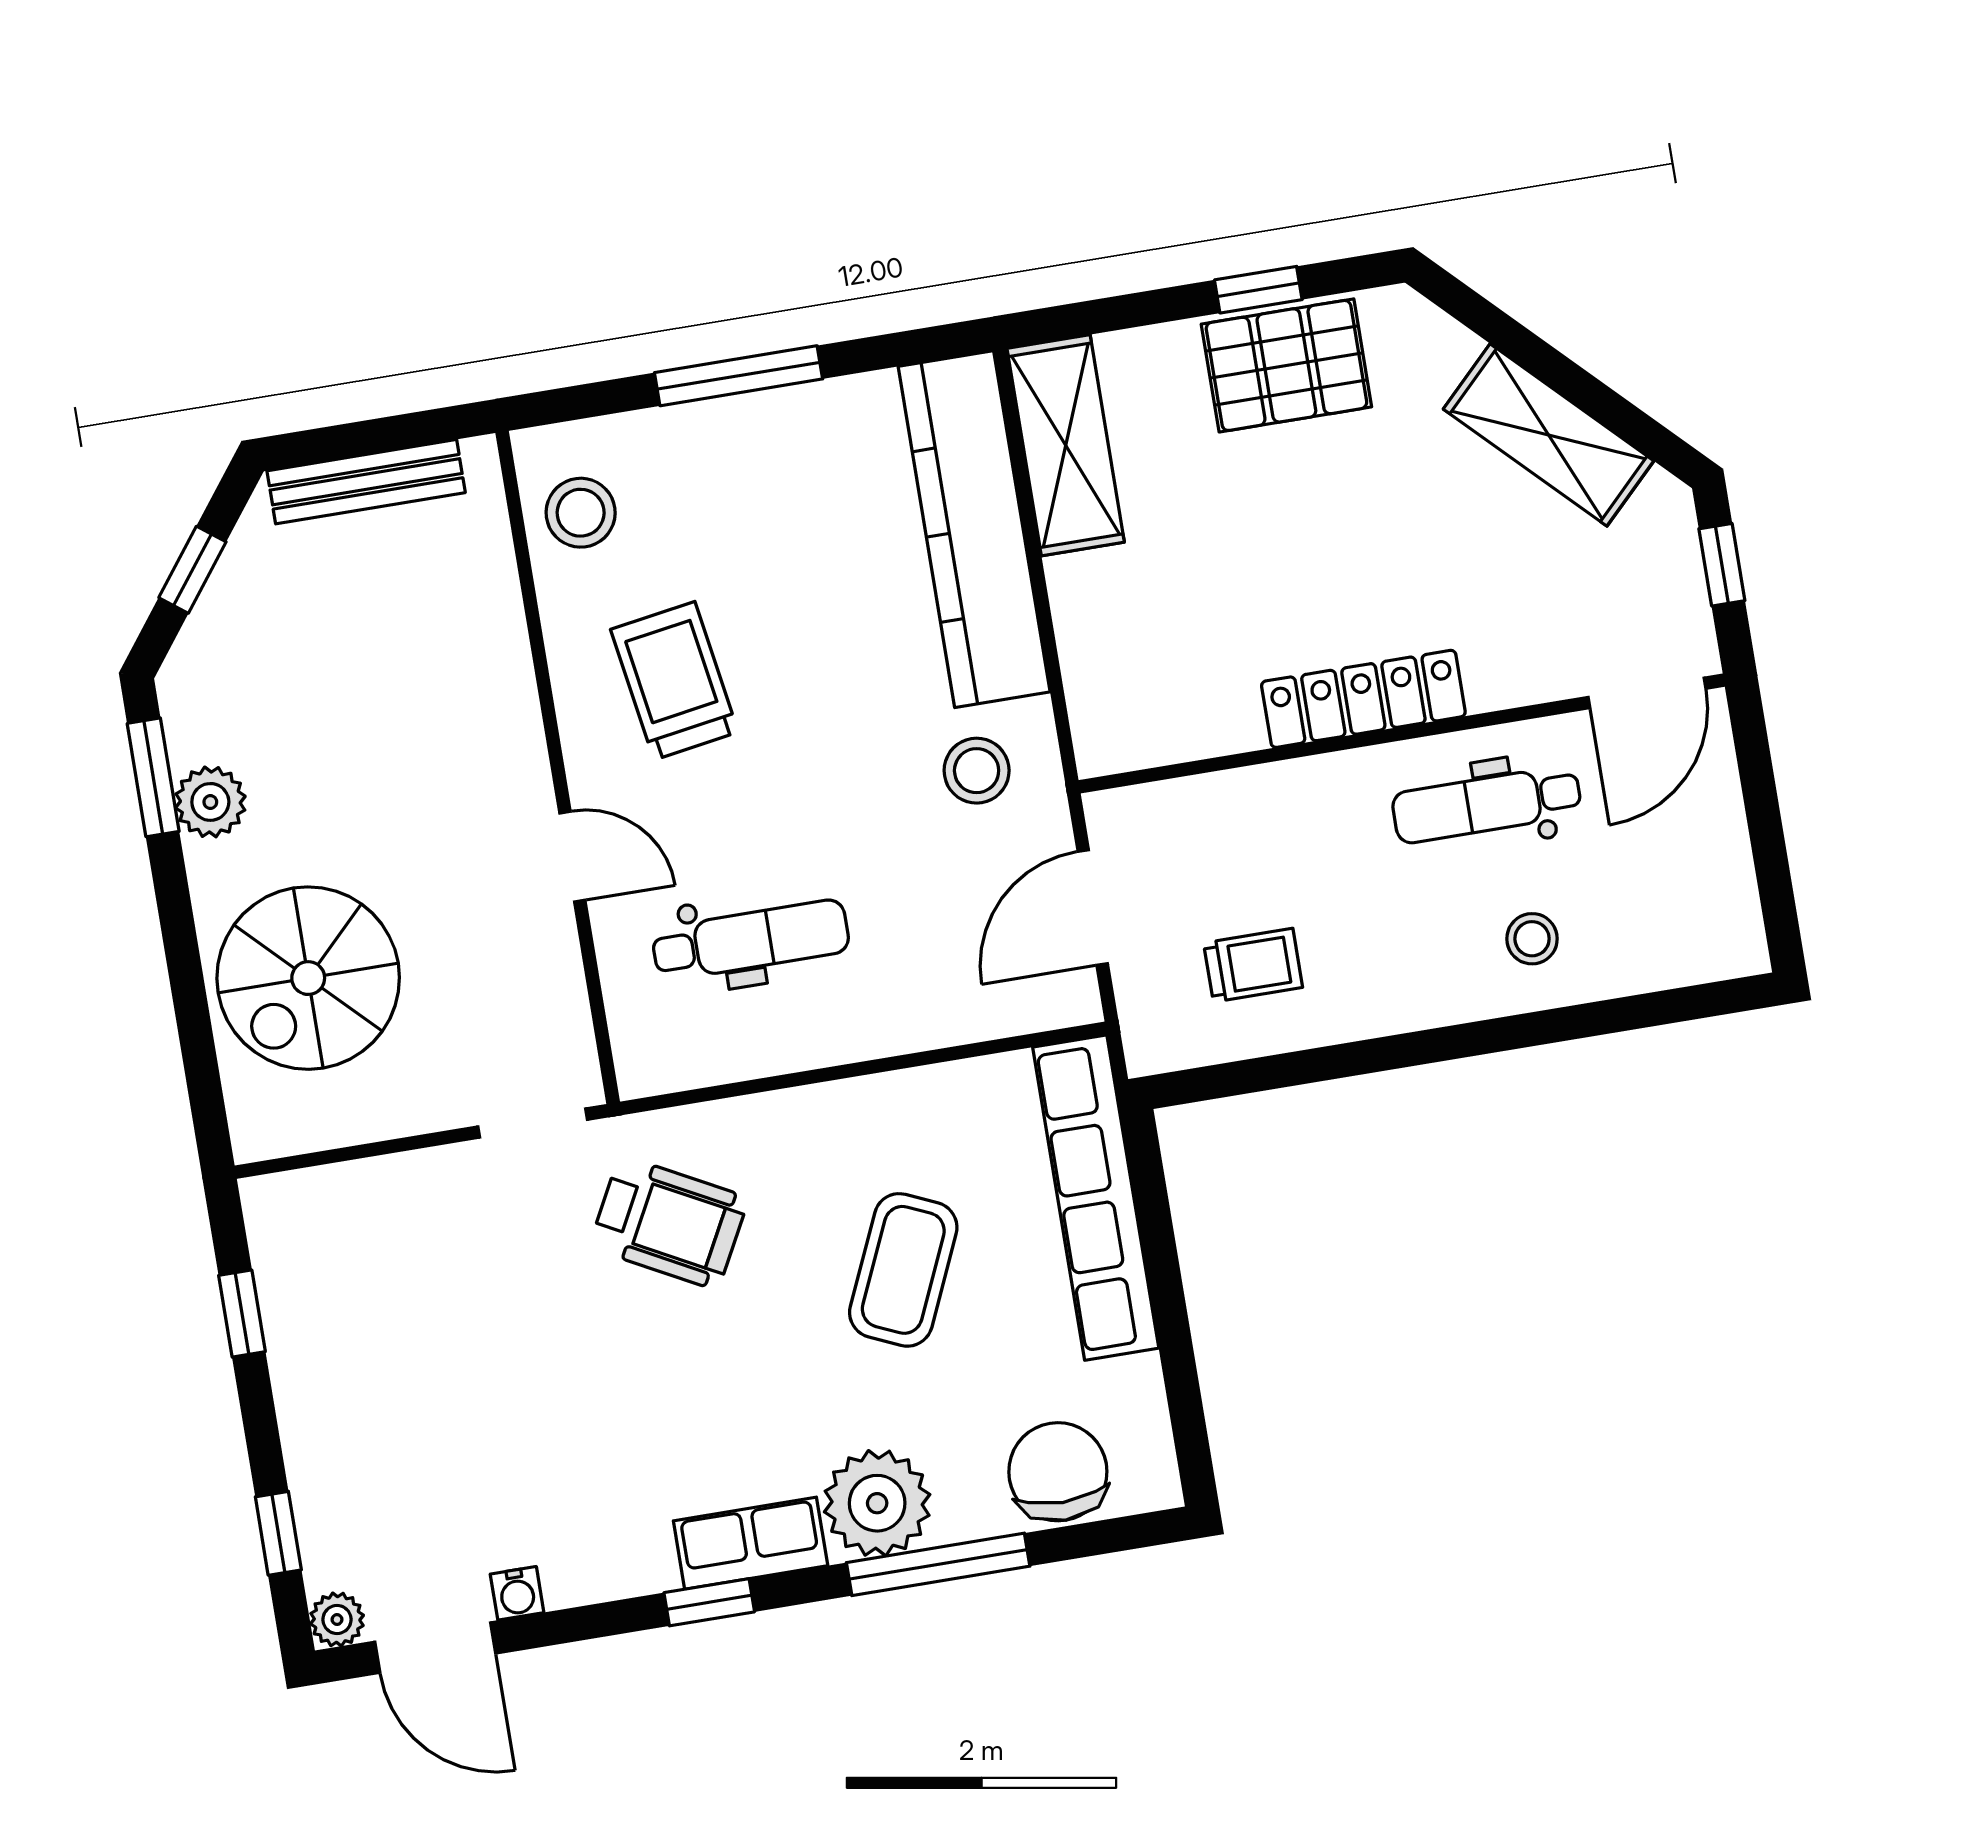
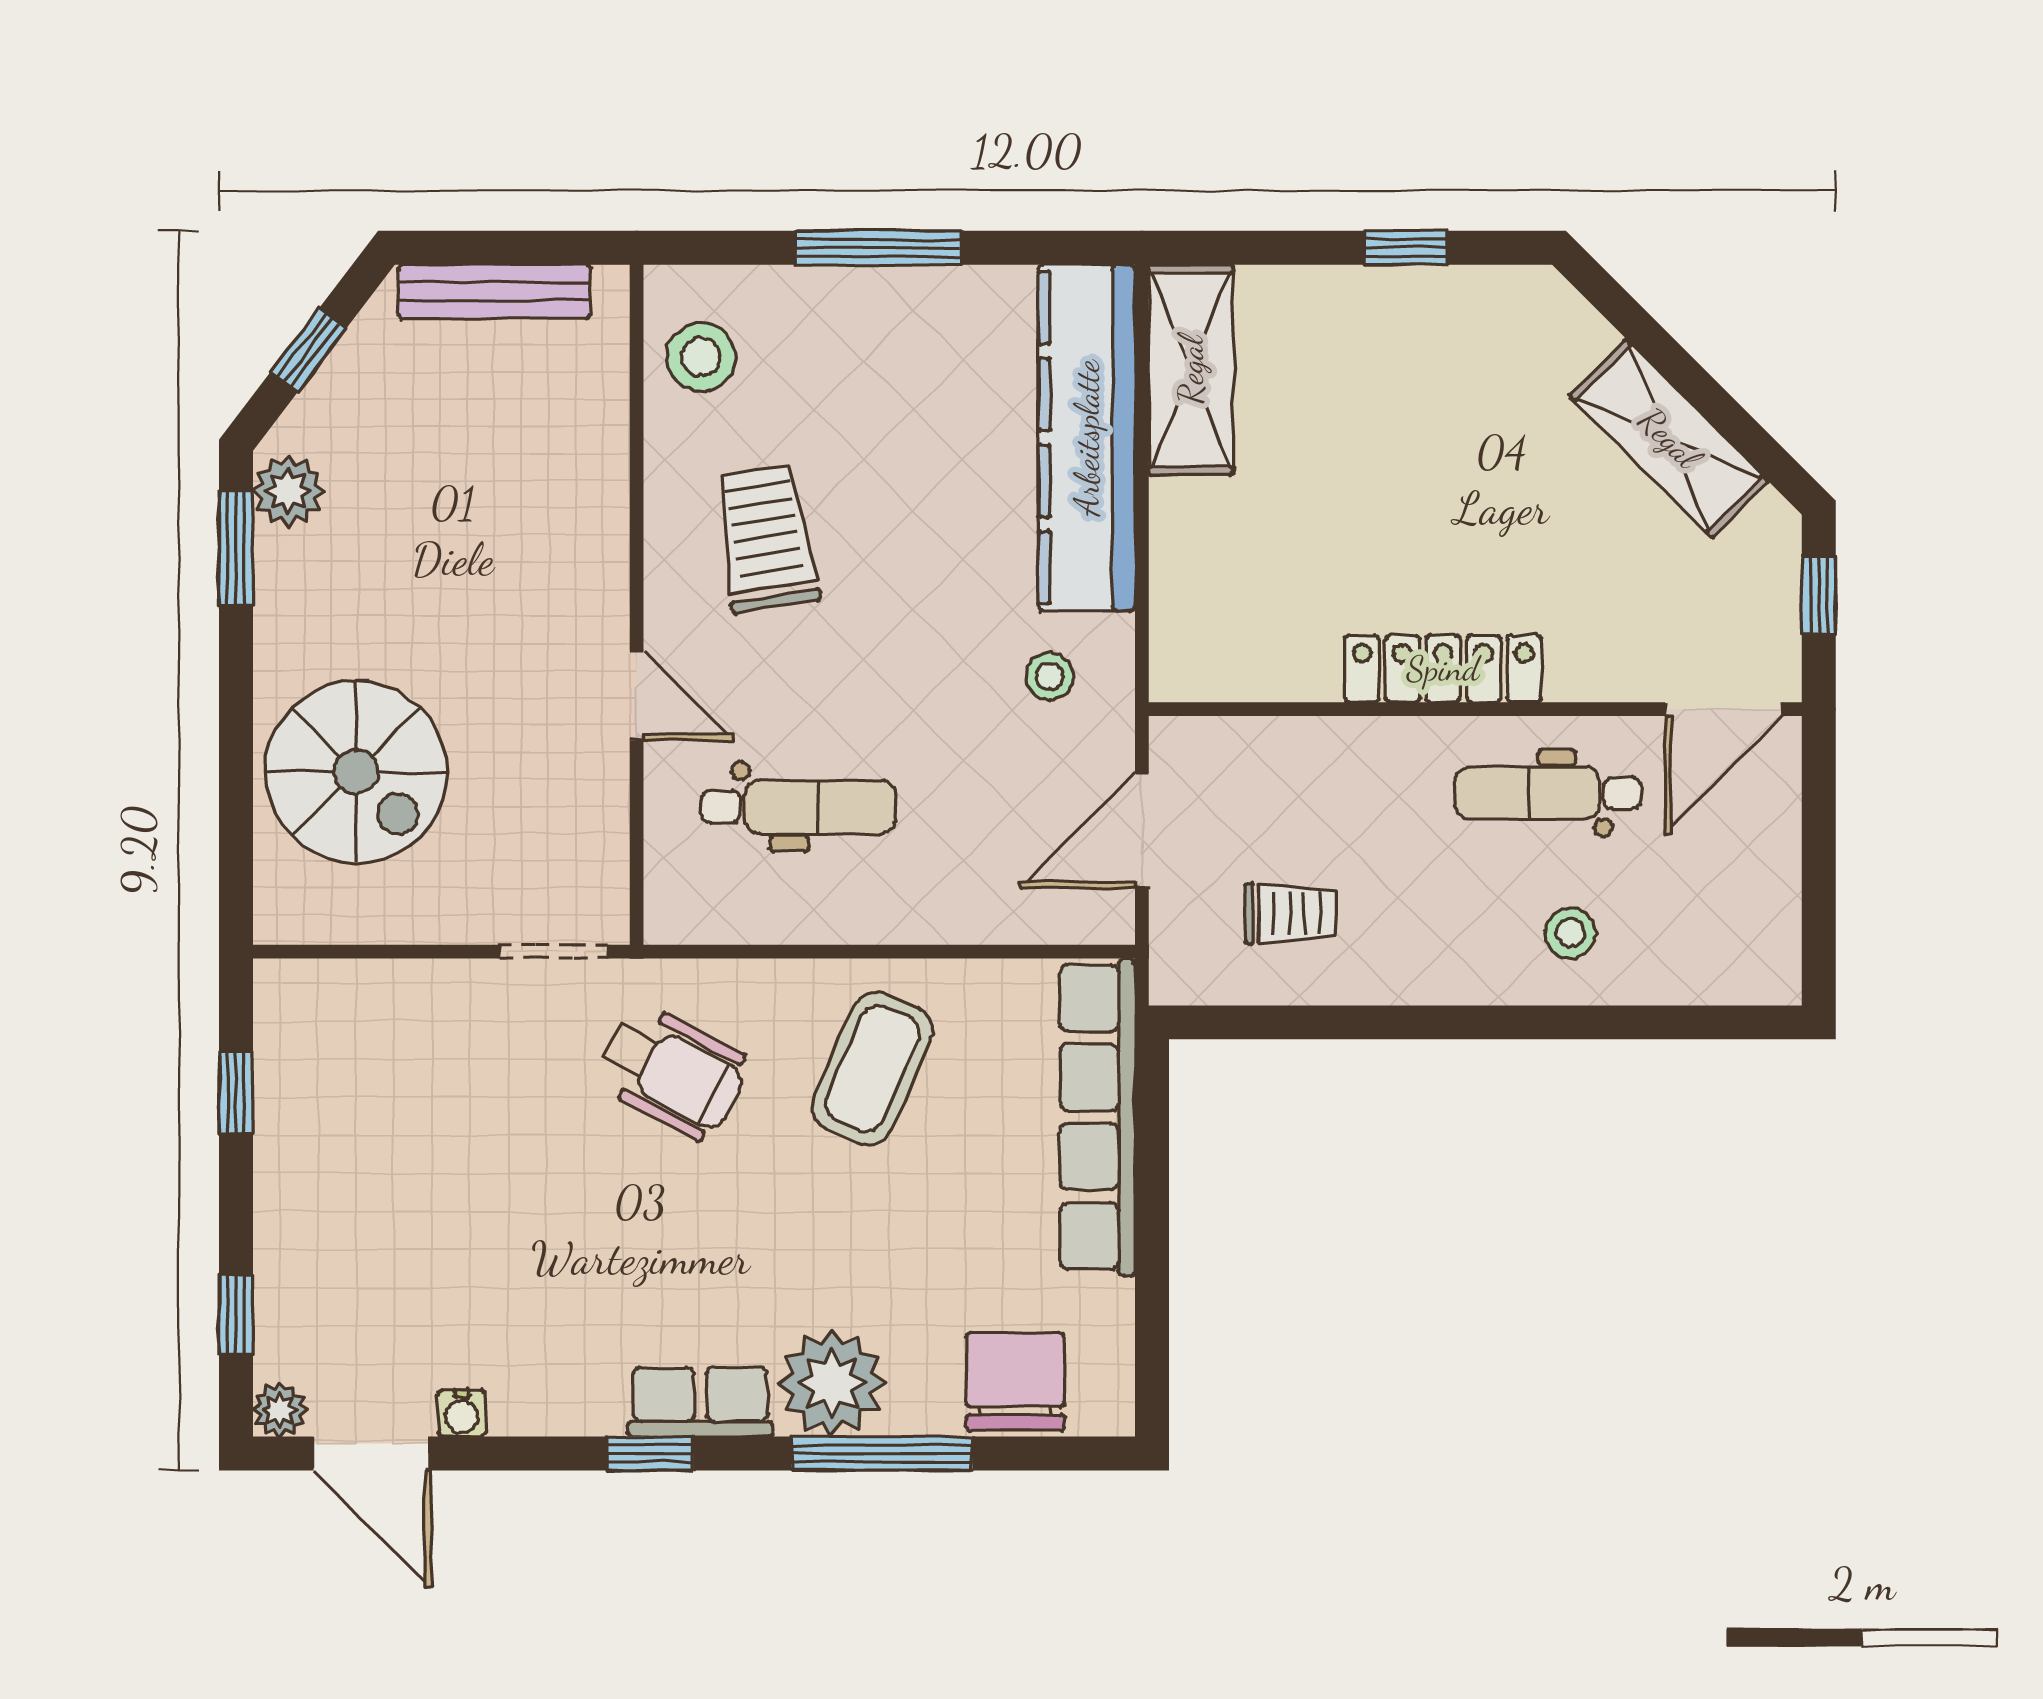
pallet: (1286, 365) -> (1422, 327), removed
stool: (977, 771) -> (1050, 676), width x0.73, depth x0.73
plant: (210, 802) -> (288, 491), moved
spiral stairs: (308, 978) -> (356, 772), turned -90
coffee table: (903, 1270) -> (872, 1068), moved

